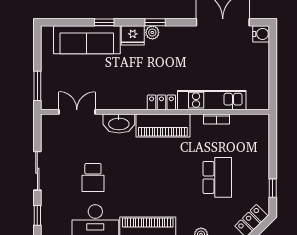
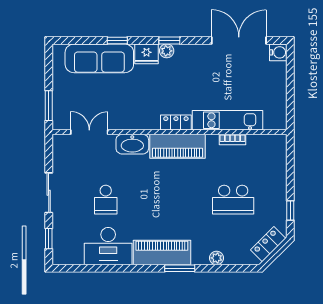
school desk: (217, 177) -> (233, 200), turned 90

